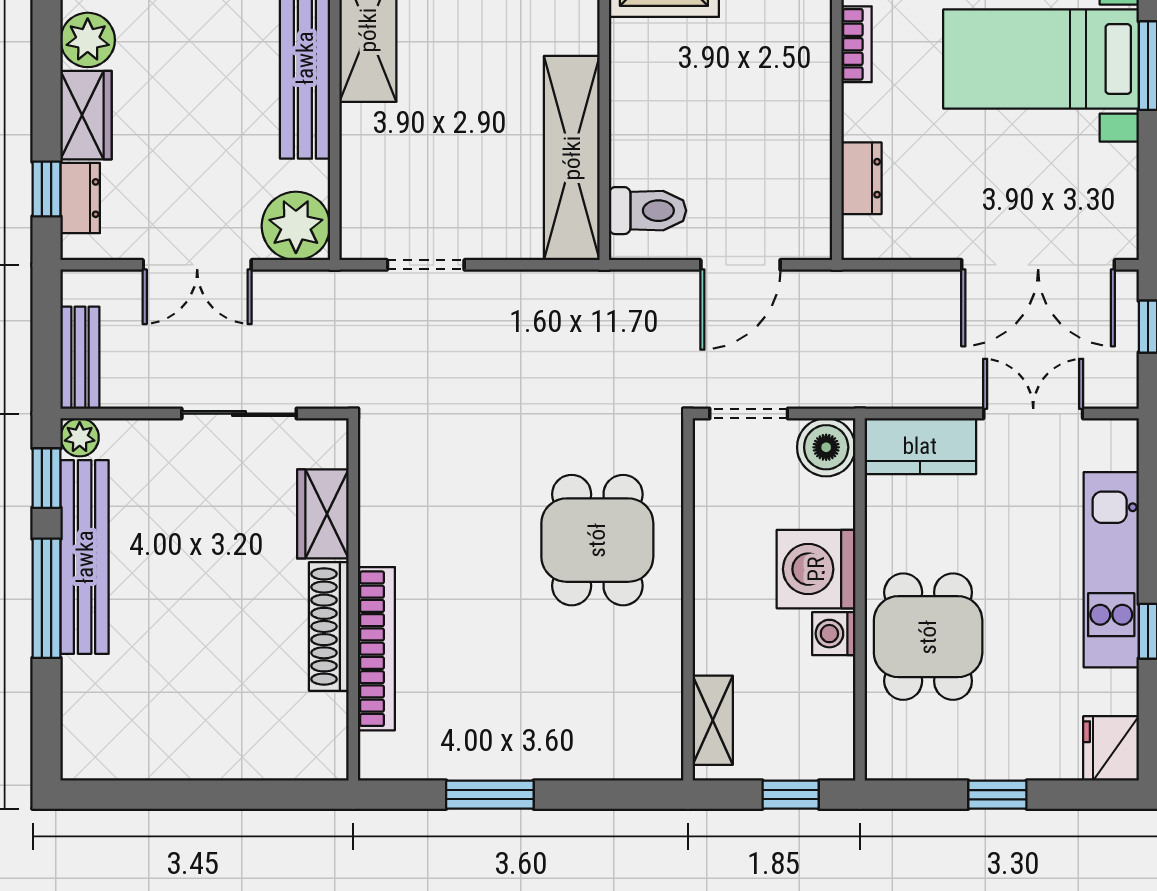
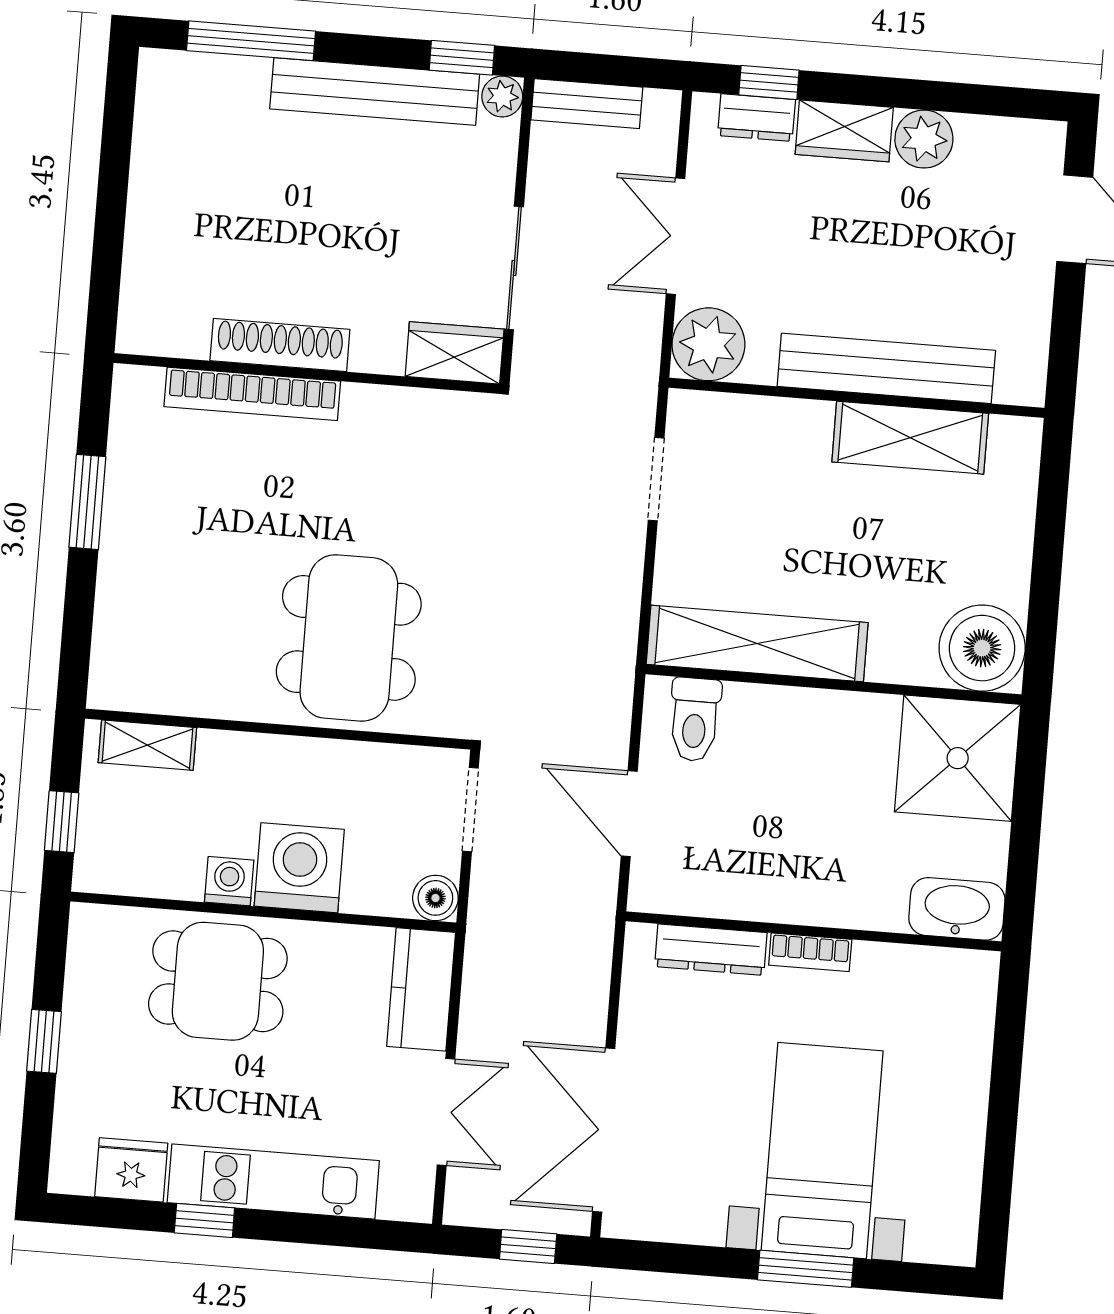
bookcase: (856, 44) -> (810, 952), moved
dresser: (861, 178) -> (711, 950), width x1.44
boiler: (826, 447) -> (435, 898), width x0.73, depth x0.73
wardrobe: (323, 514) -> (455, 353), moved
dining table: (597, 540) -> (349, 638), width x1.38
window: (47, 598) -> (251, 41), moved
fridge: (1111, 748) -> (131, 1170), moved

